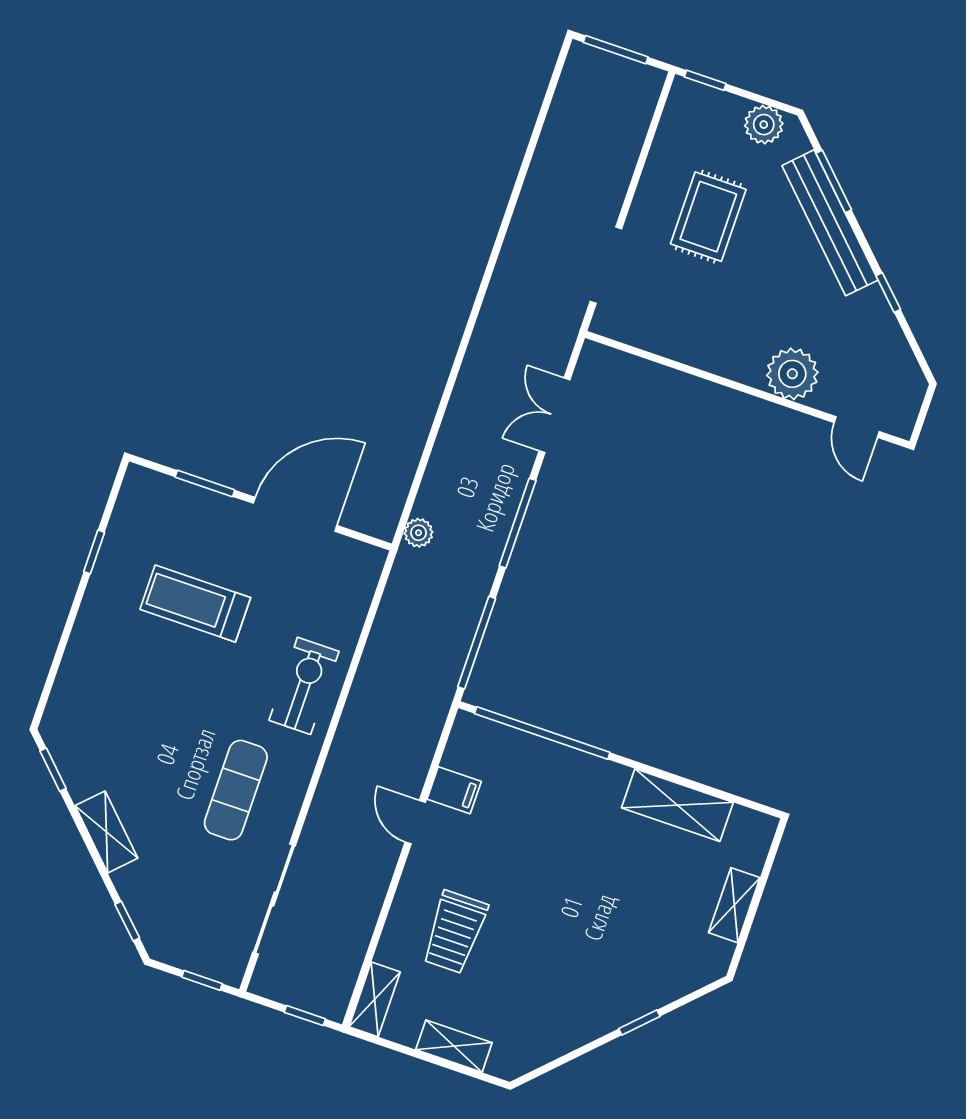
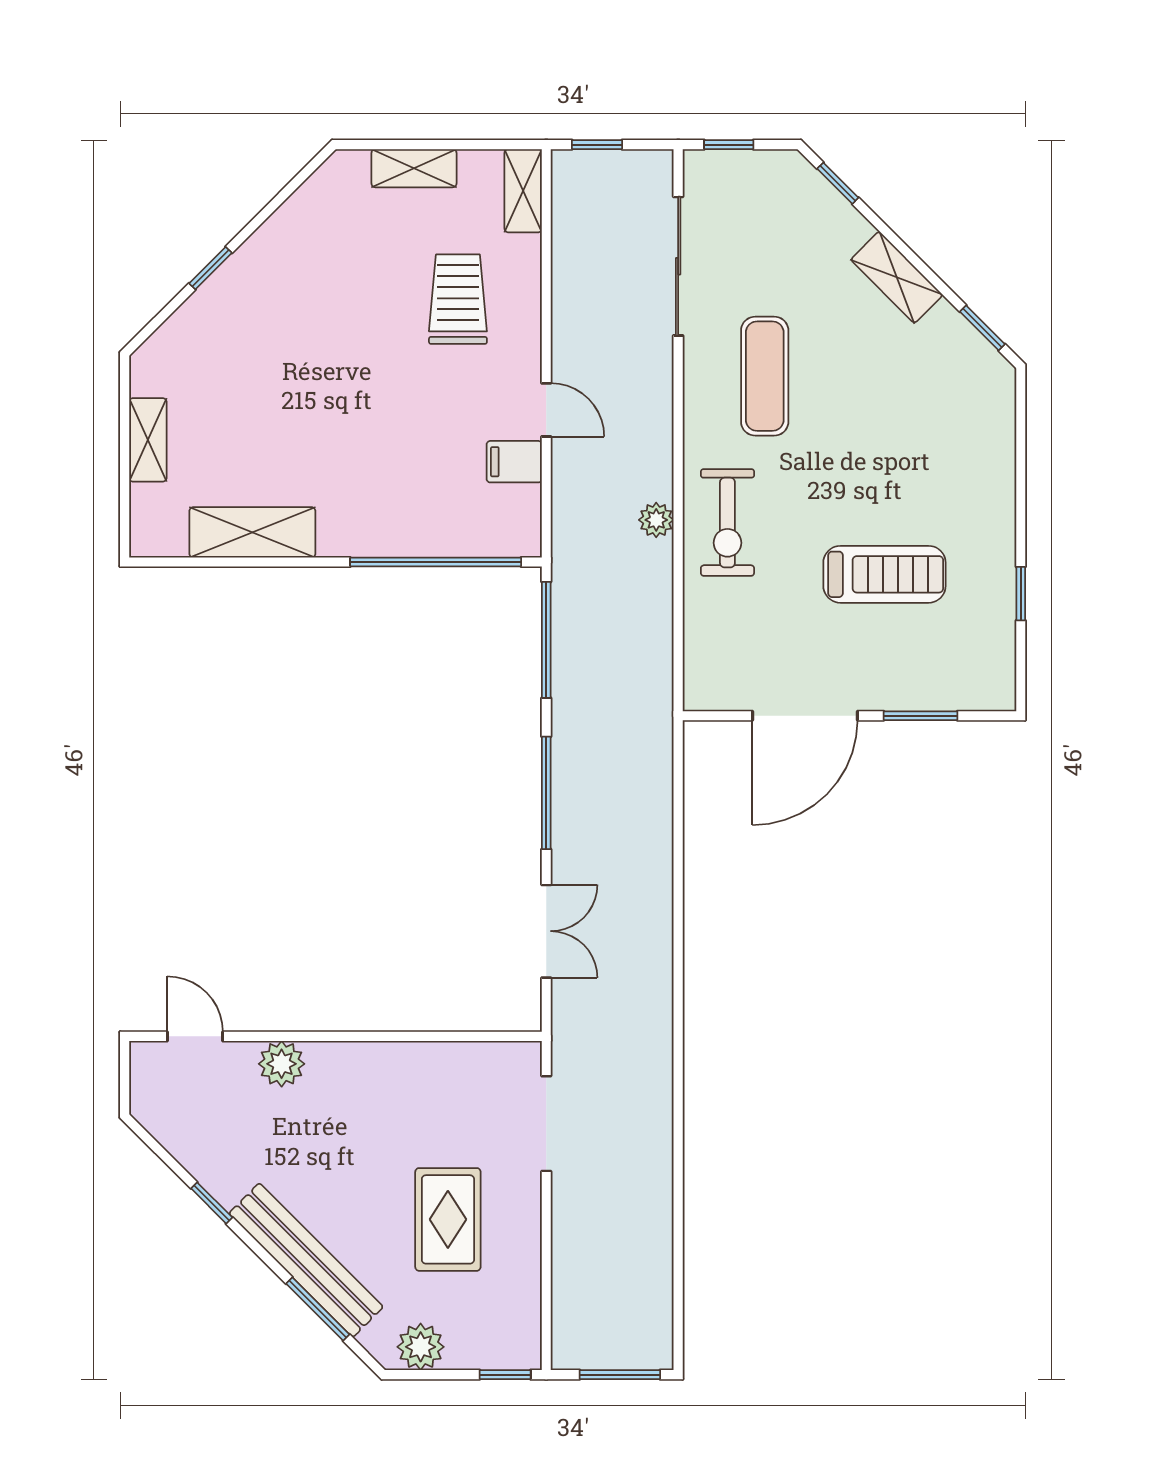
plant: (792, 374) -> (282, 1064), width x0.73, depth x0.73
plant: (419, 533) -> (656, 520), moved

